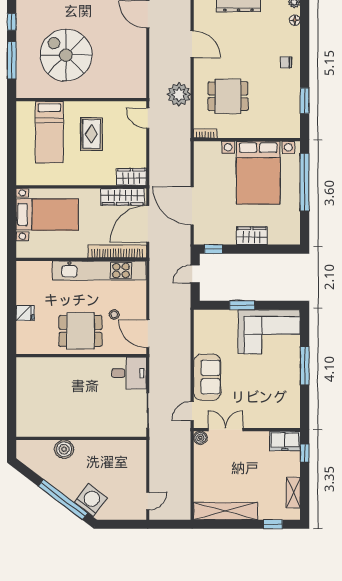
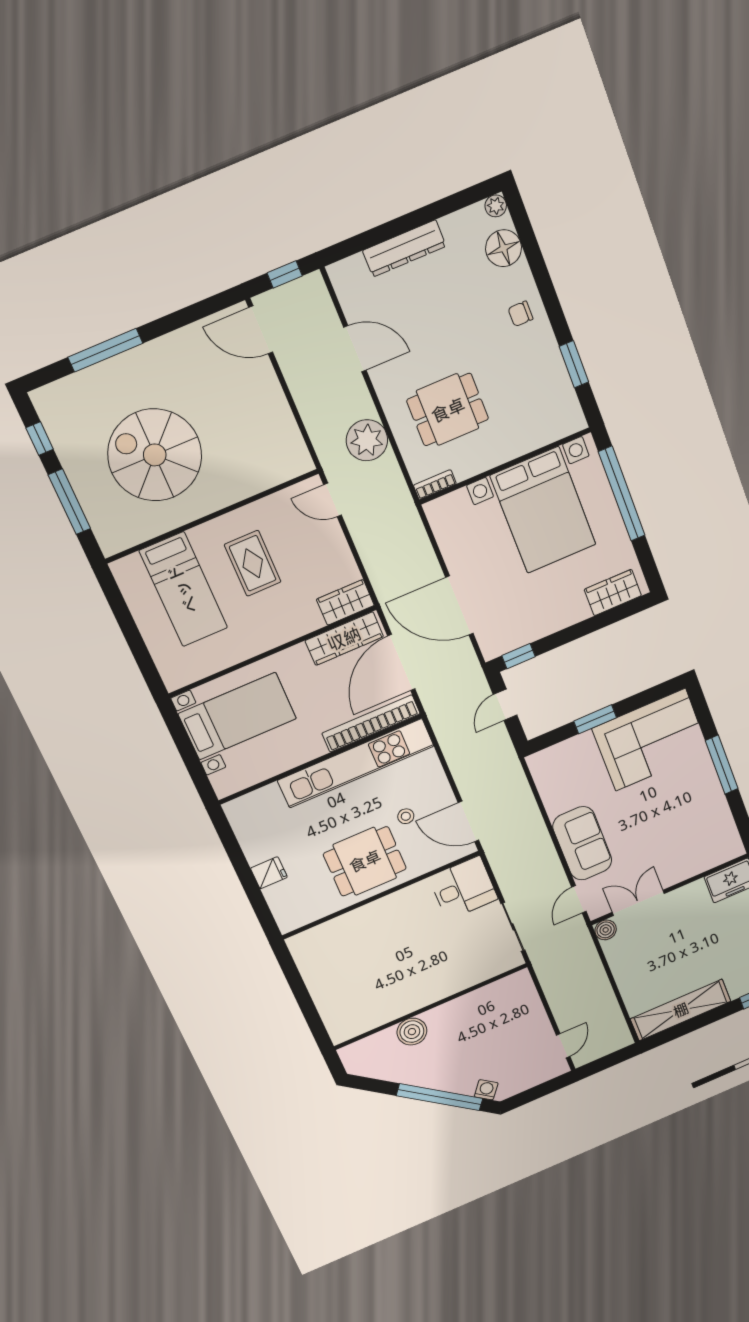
floor lamp: (295, 20) -> (504, 248), width x1.89, depth x1.89
wardrobe: (252, 236) -> (613, 593), moved
washing machine: (91, 500) -> (486, 1090), width x0.53, depth x0.53

